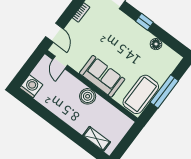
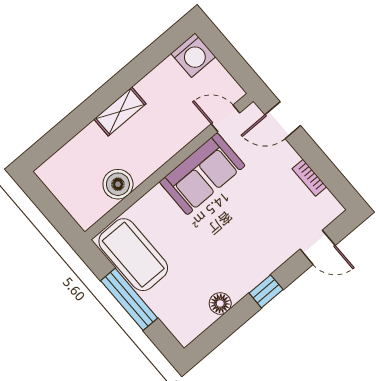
sofa: (102, 76) -> (202, 174), moved
boiler: (88, 96) -> (118, 184), moved
shelving: (97, 139) -> (120, 111), moved

